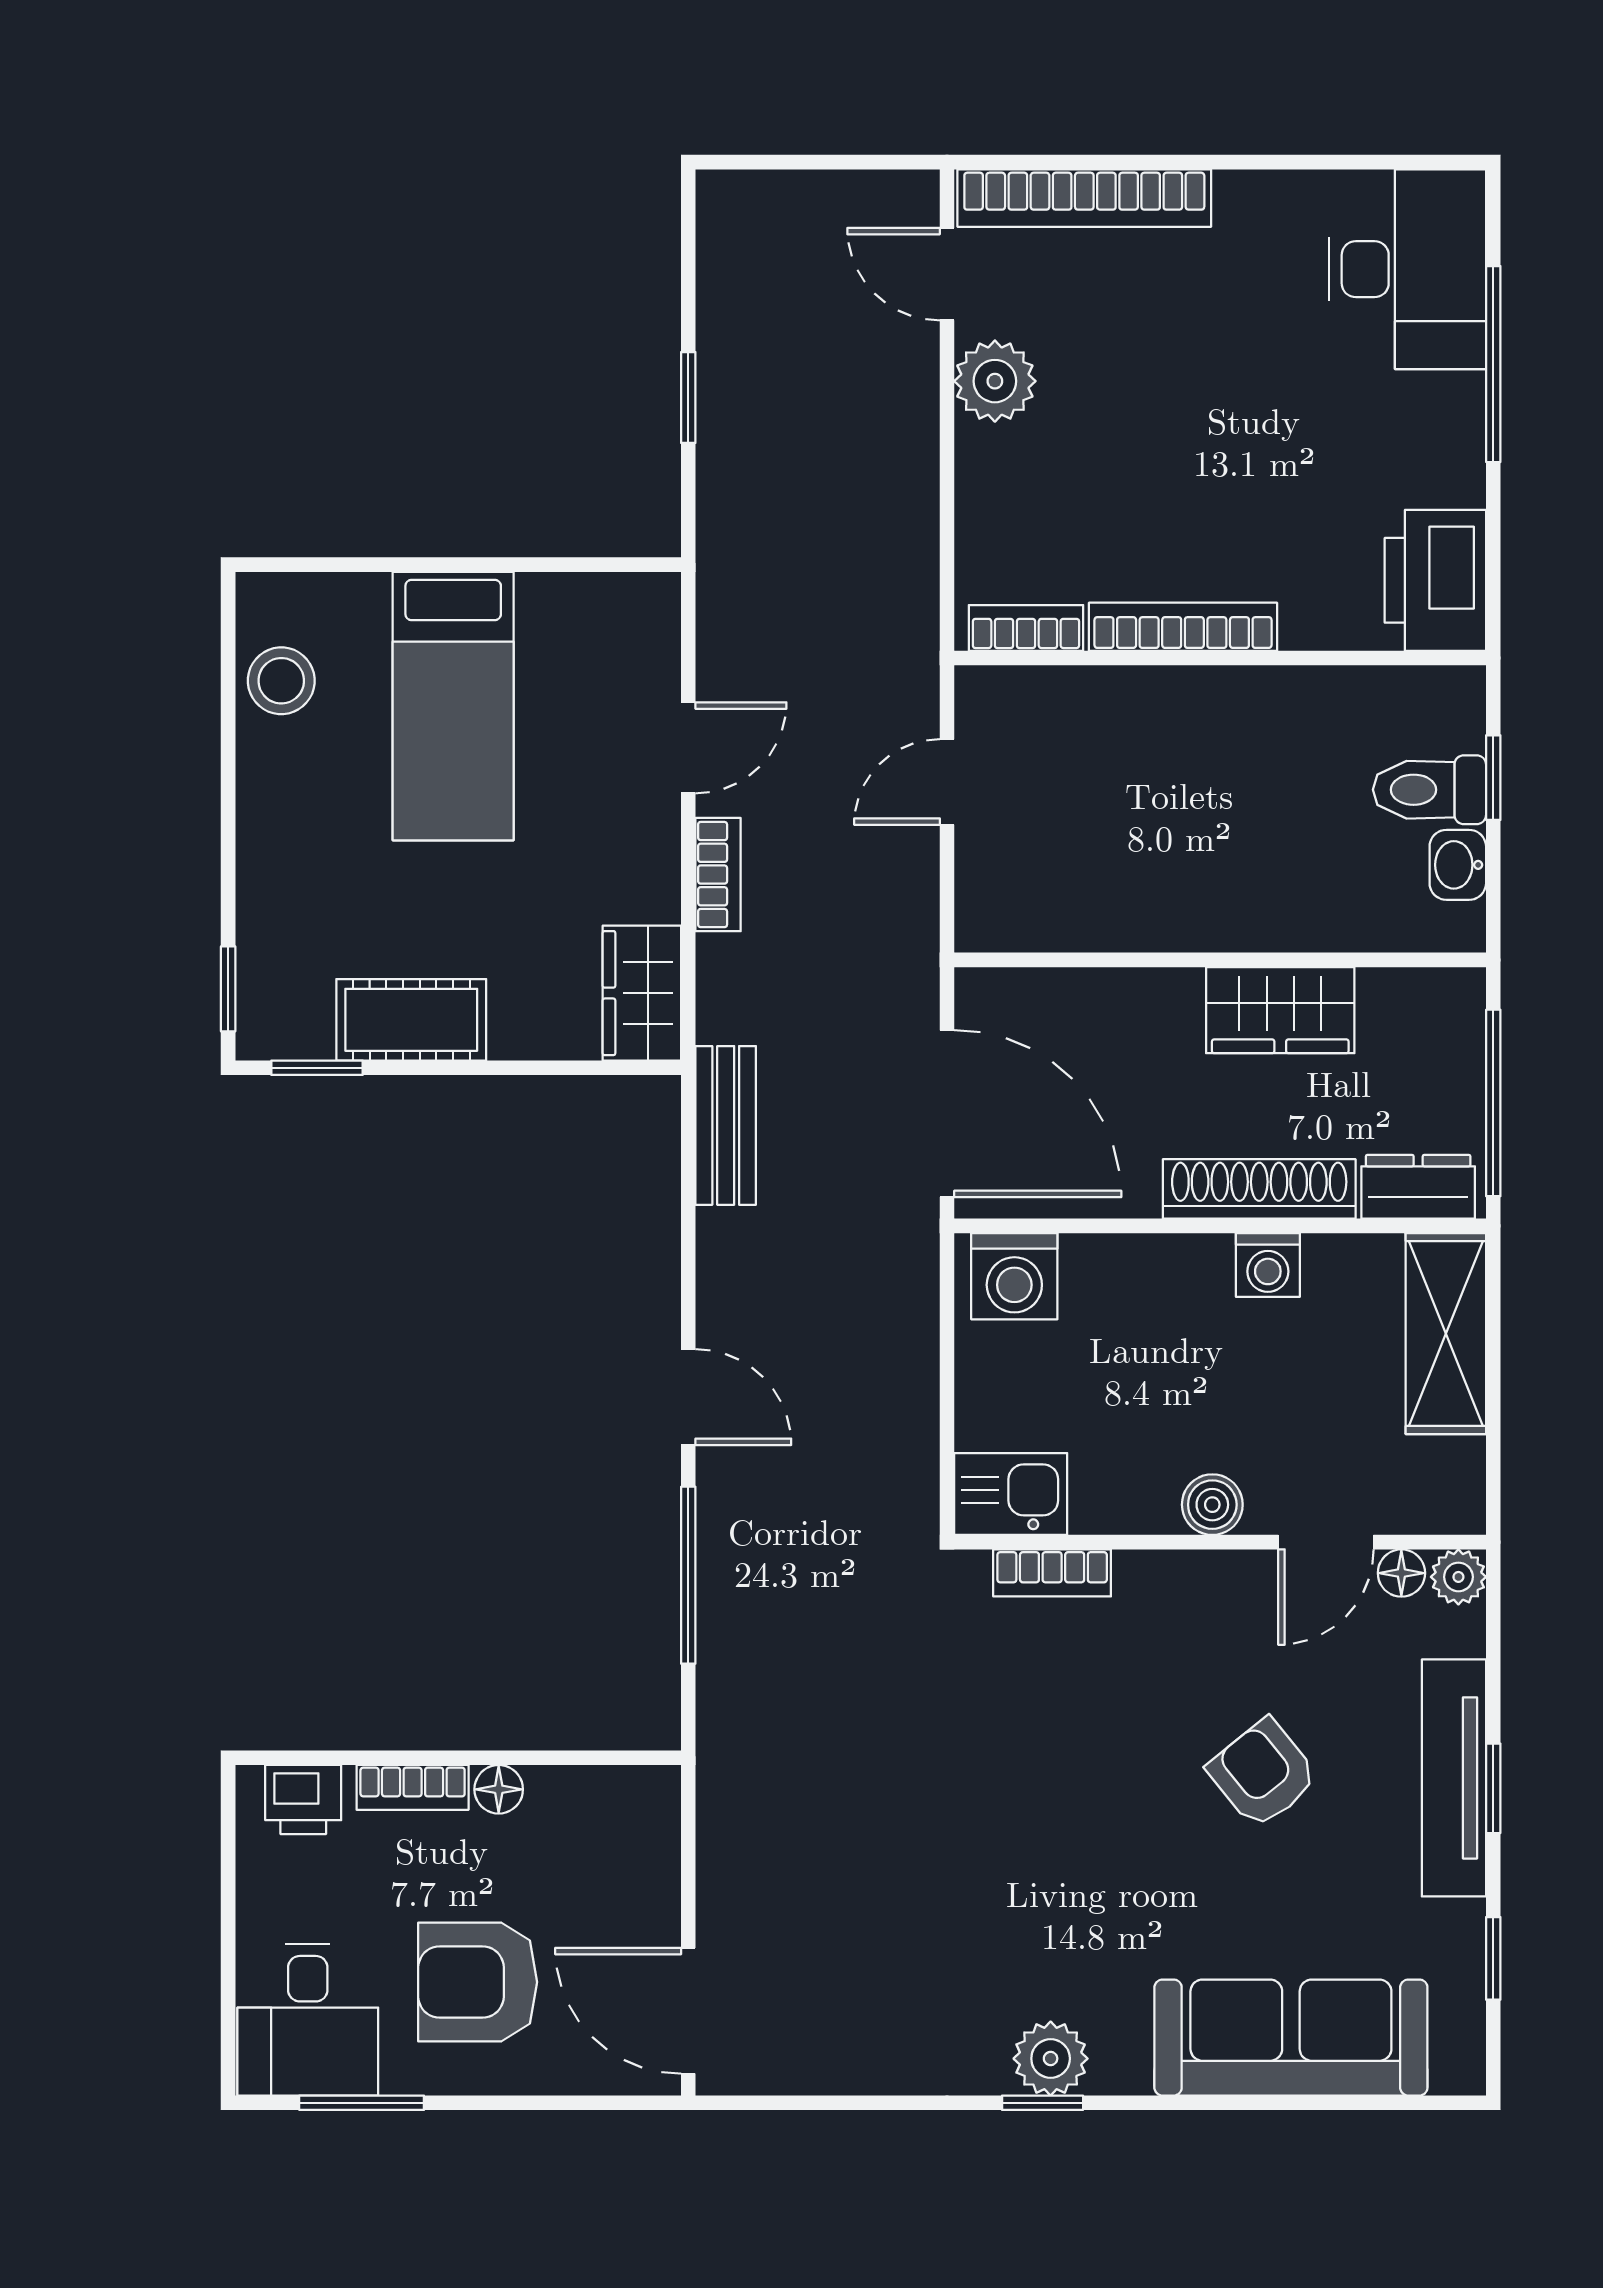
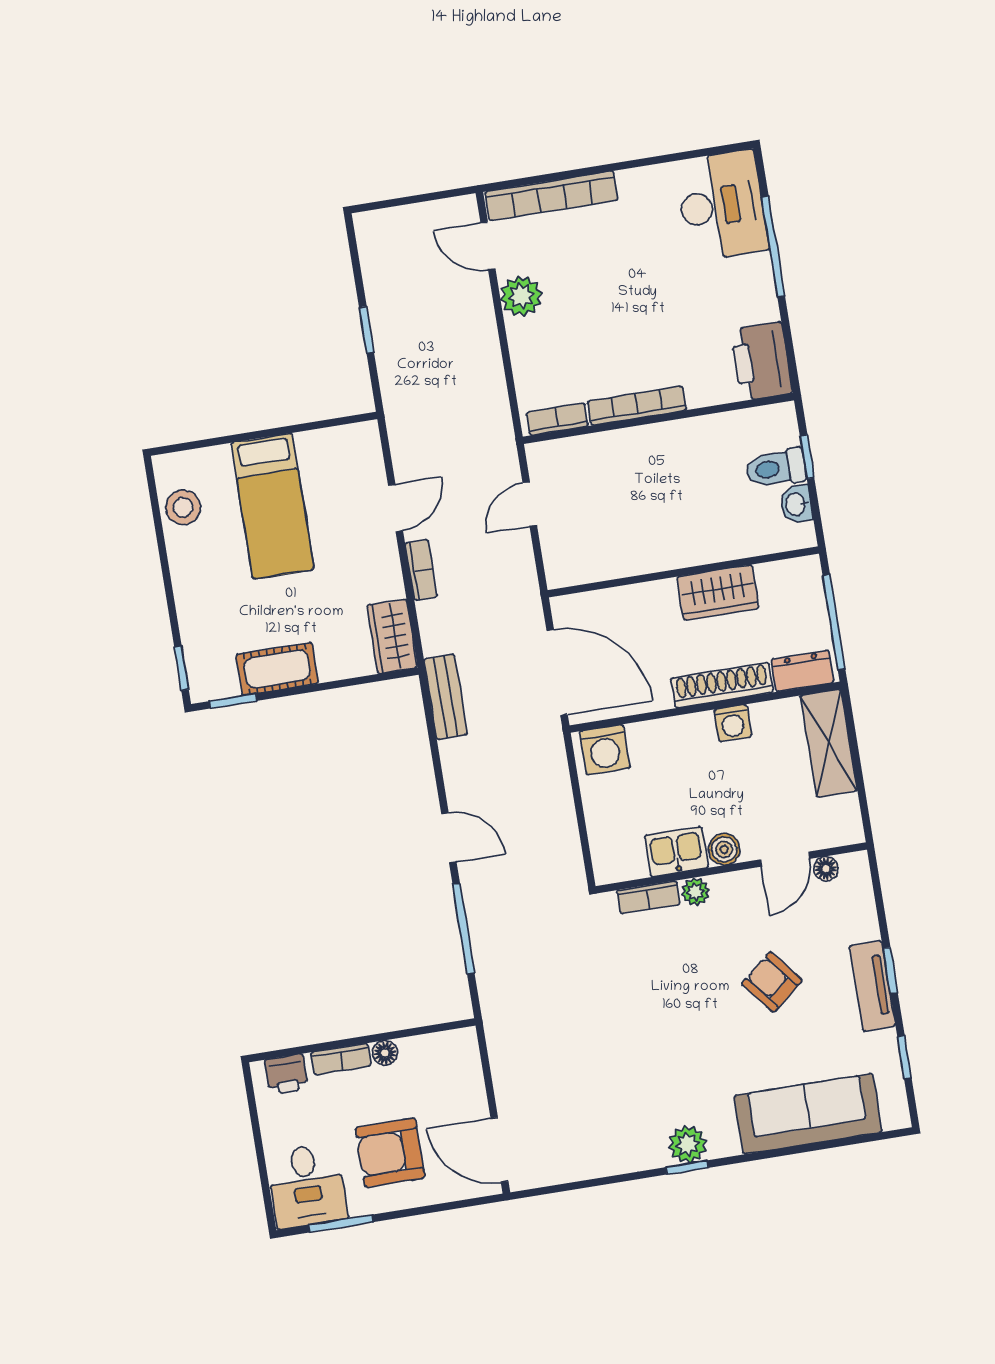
kitchen sink: (1011, 1494) -> (676, 852), moved
plant: (1458, 1577) -> (696, 892), moved
tv unit: (1454, 1778) -> (872, 986), width x0.71

